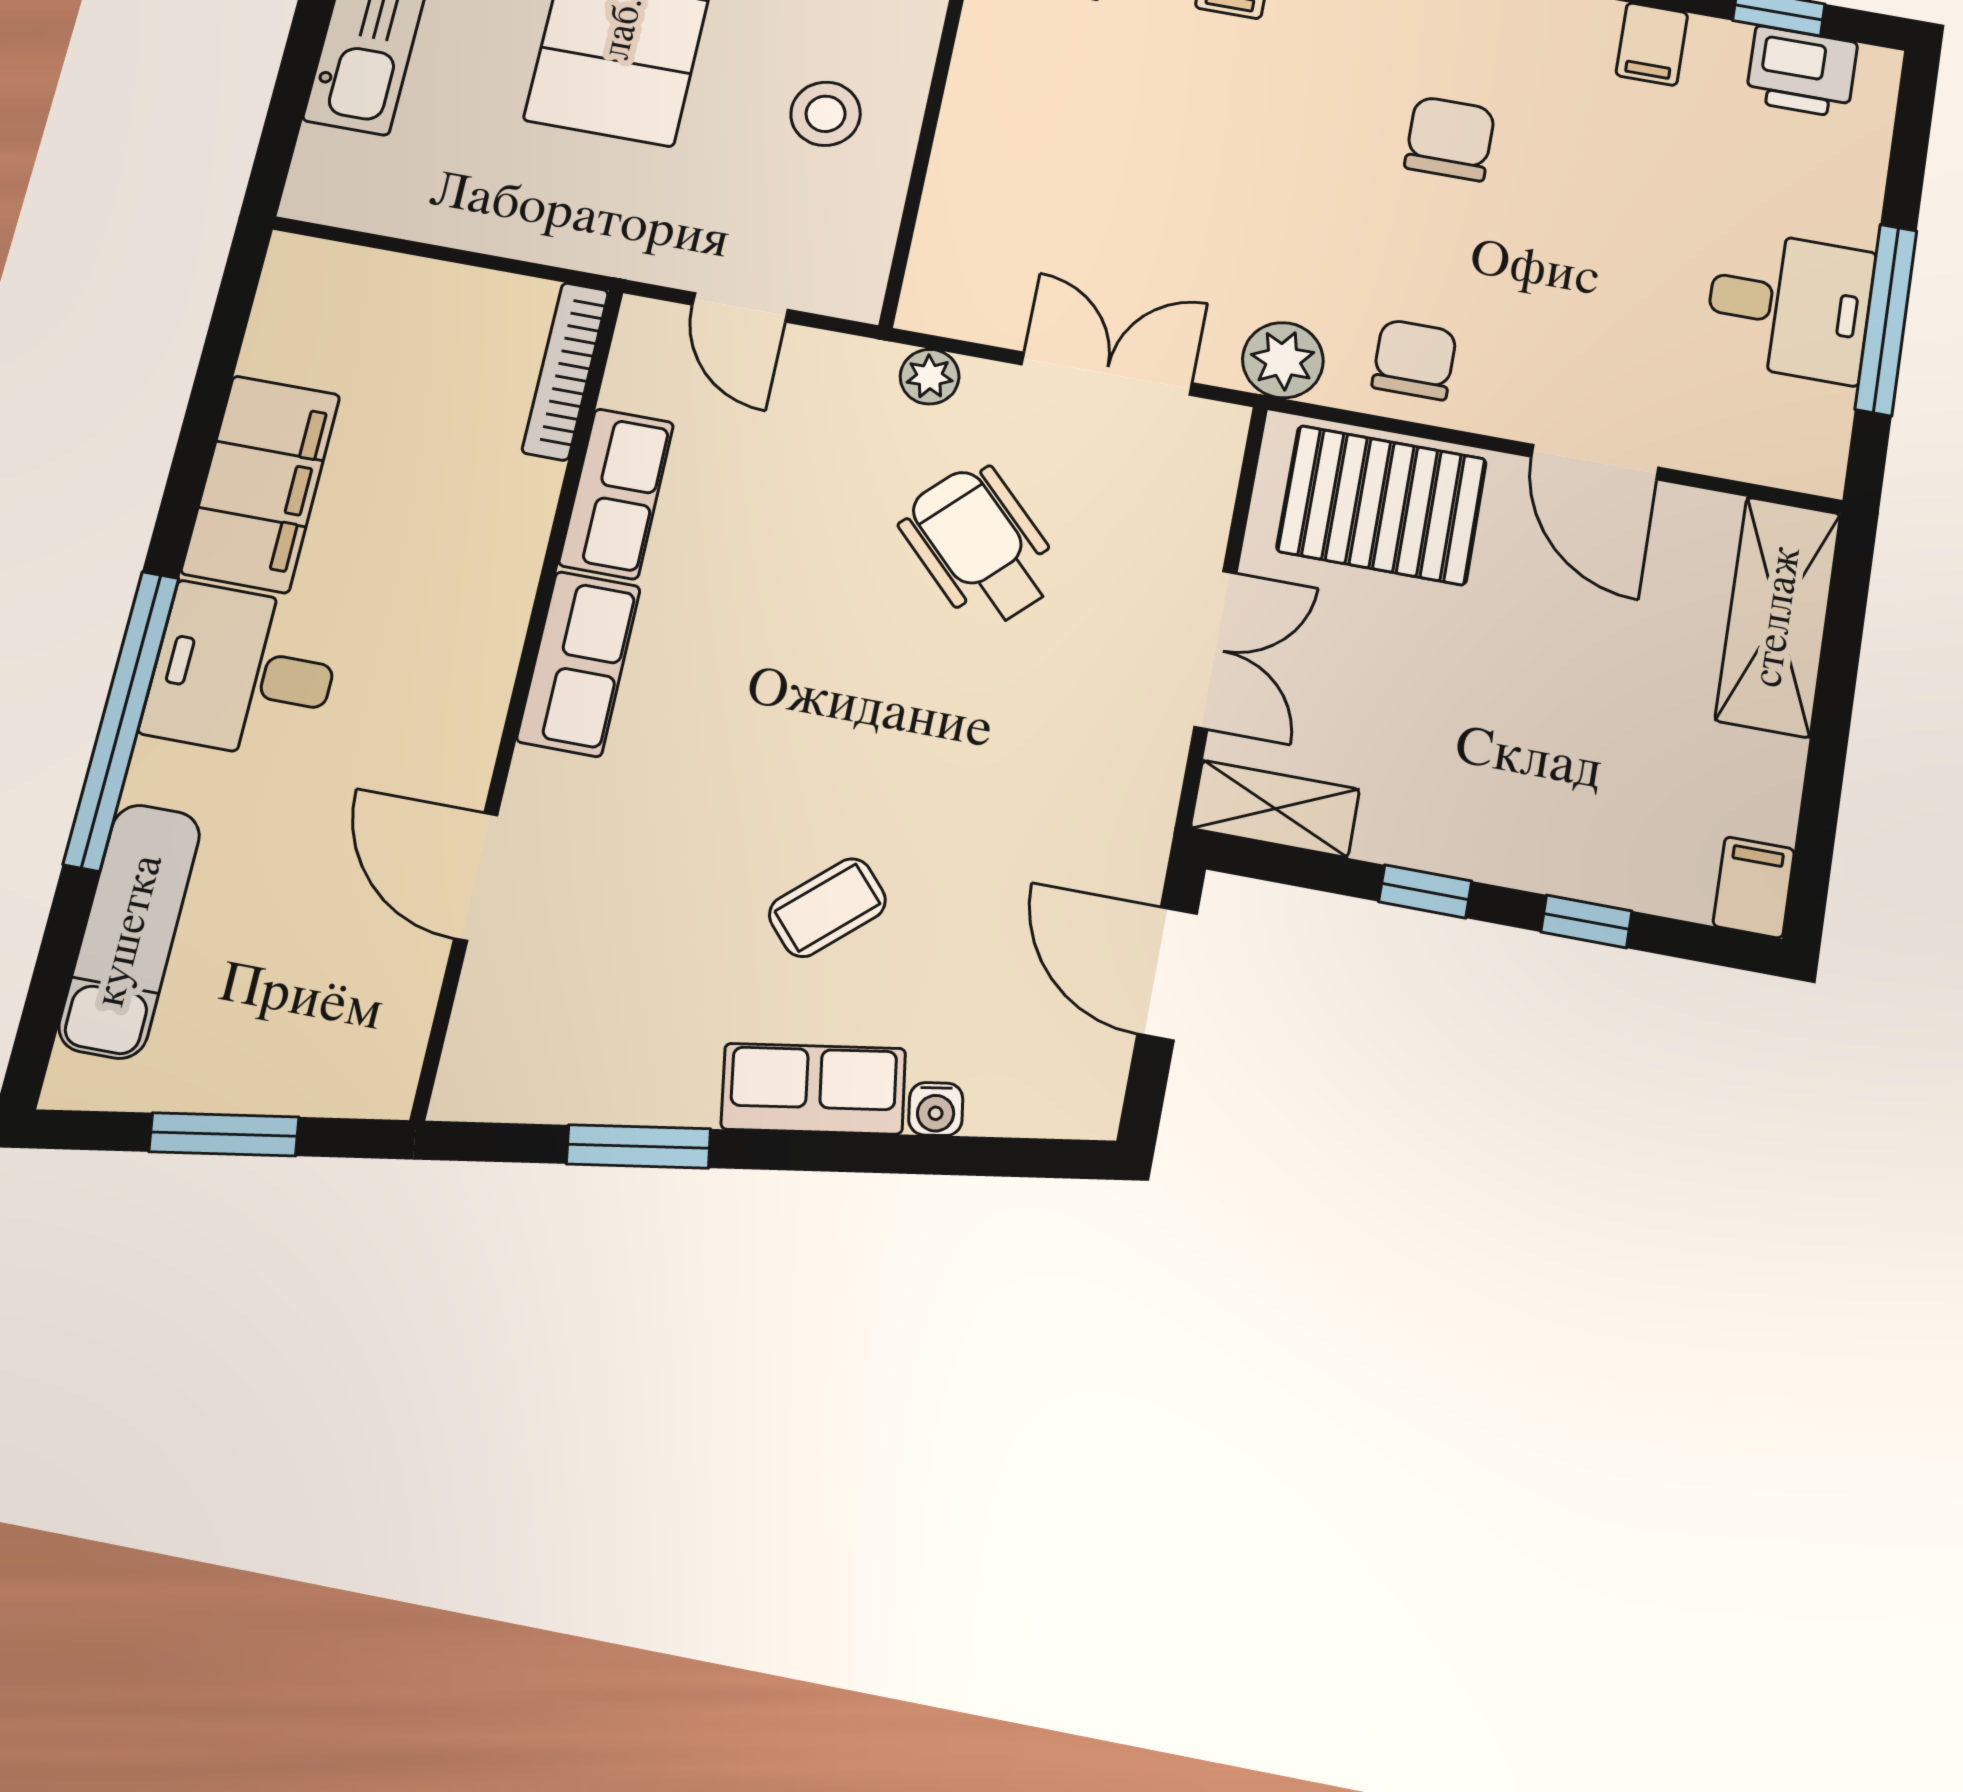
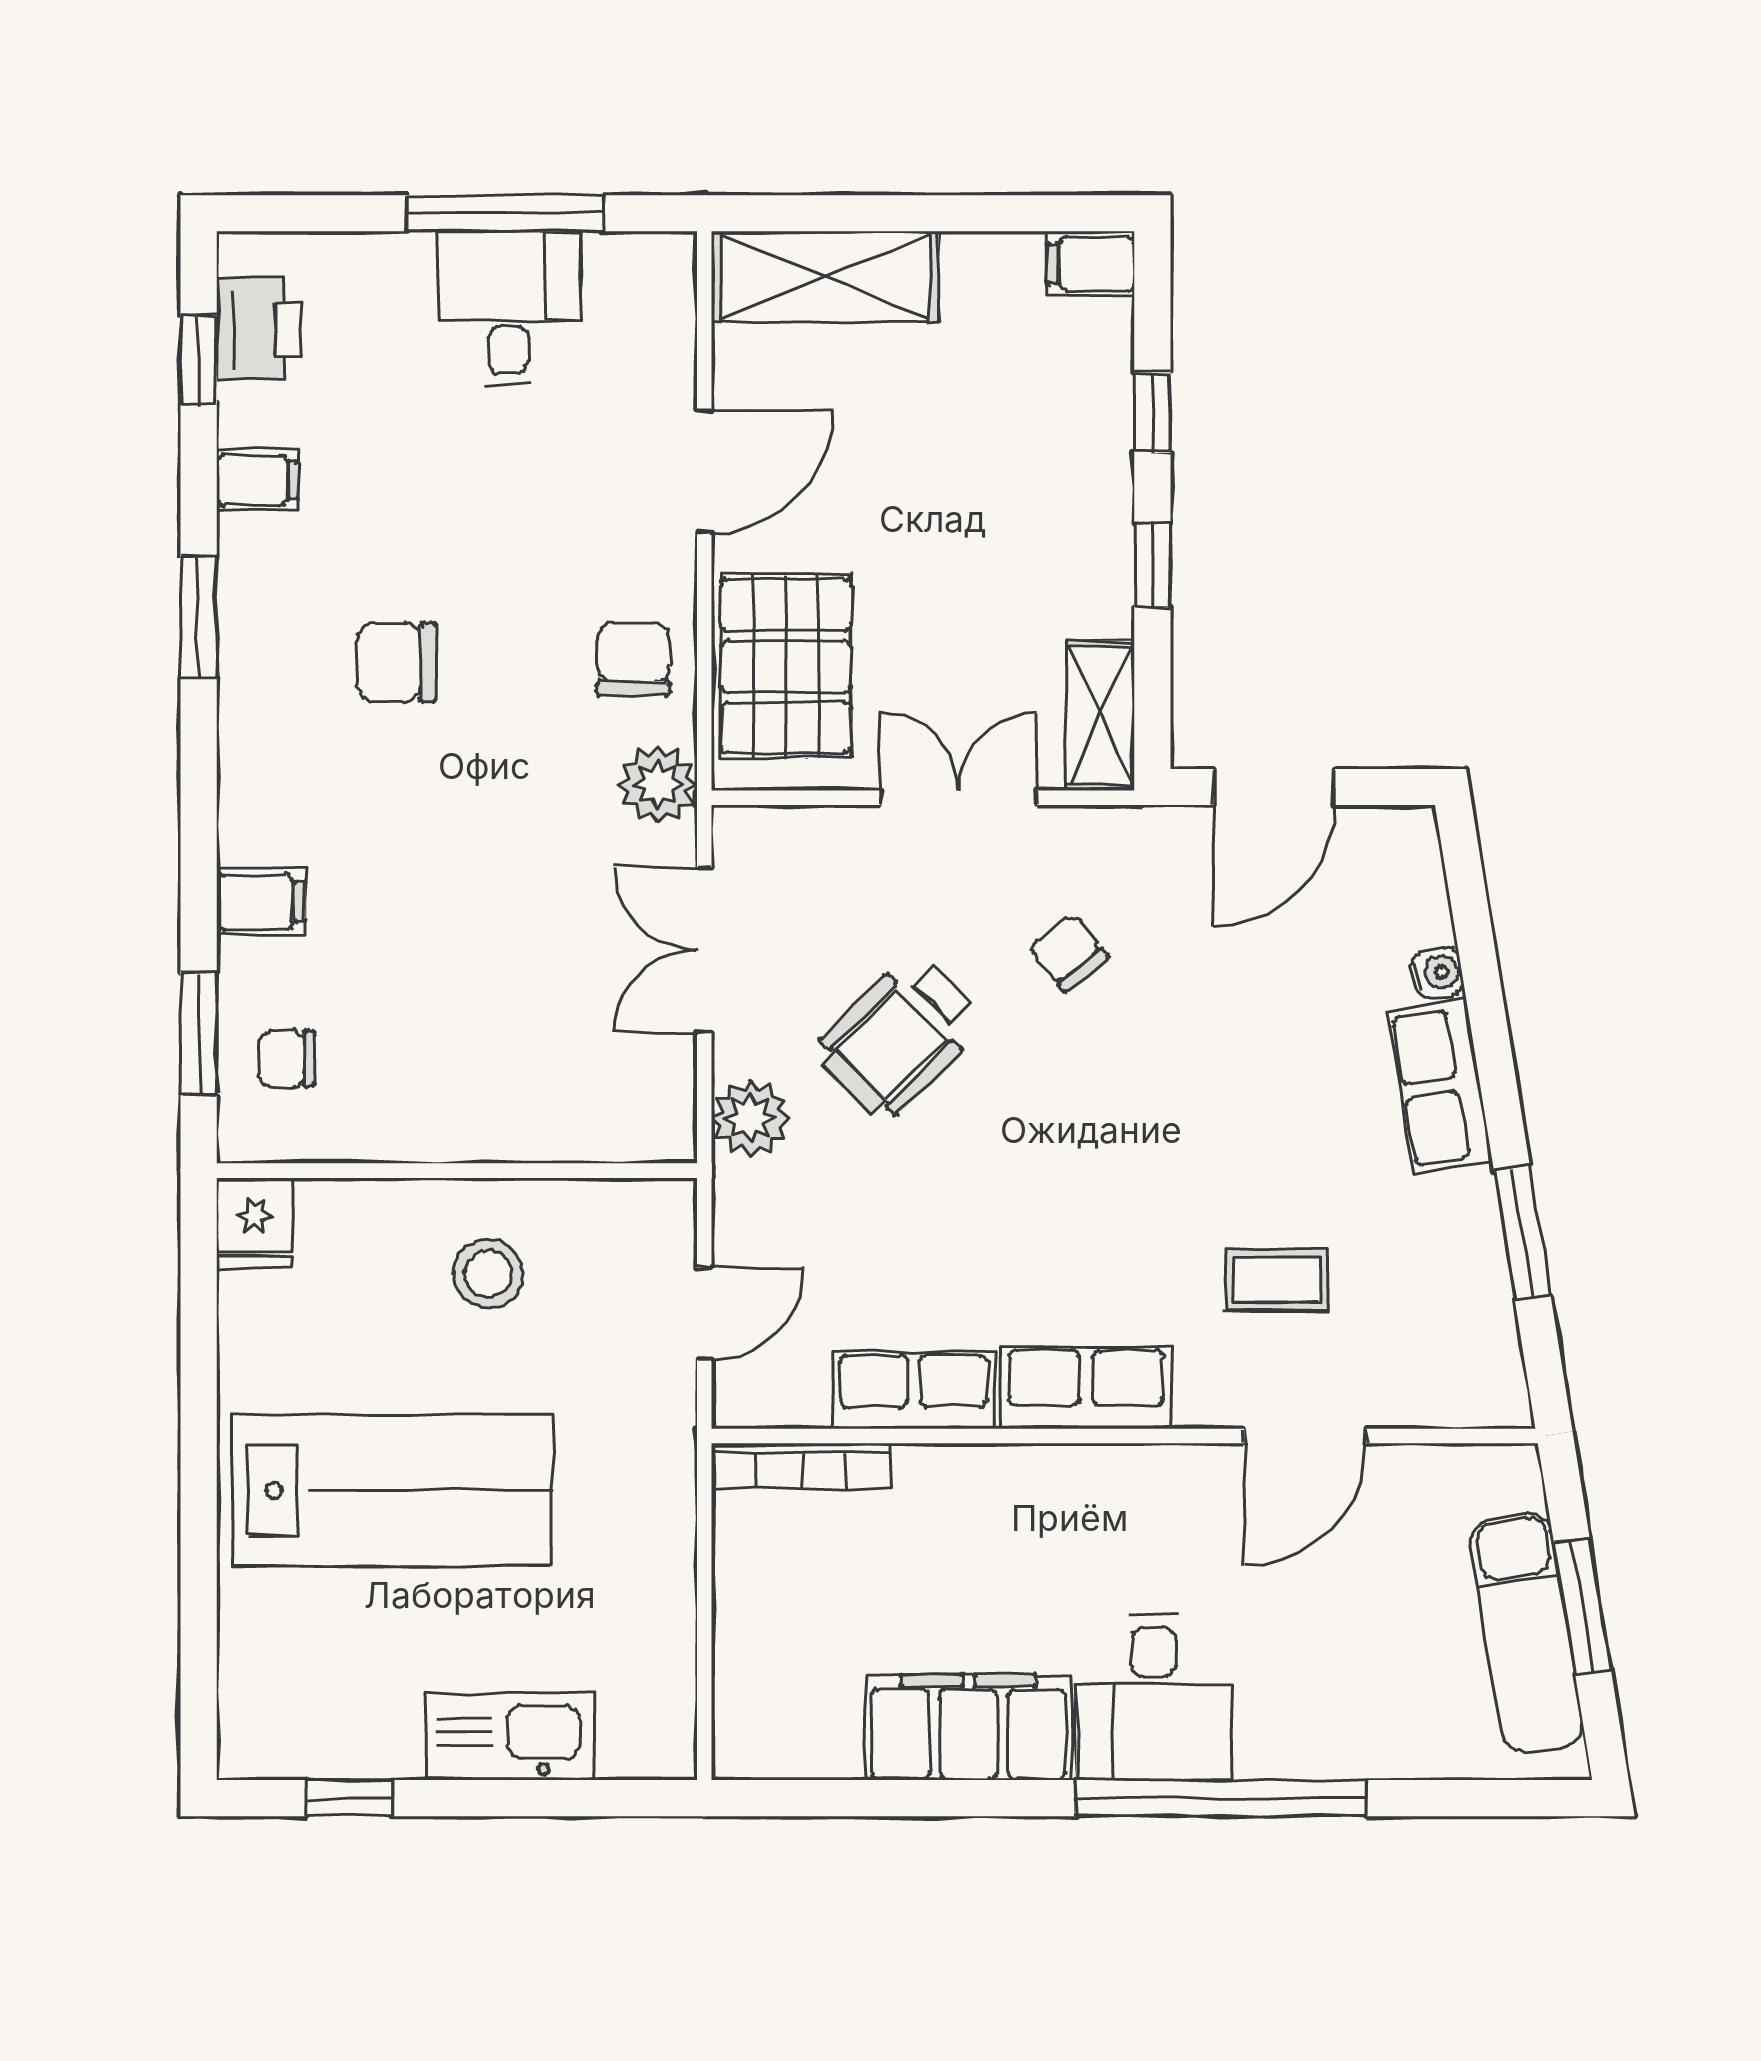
chair: (1414, 360) -> (633, 659), turned 90
plant: (930, 377) -> (750, 1118), width x1.38, depth x1.38
chair: (1033, 730) -> (1069, 953), added
coffee table: (827, 908) -> (1277, 1280), moved, turned -48
exam couch: (130, 931) -> (1527, 1633), moved, turned -99

